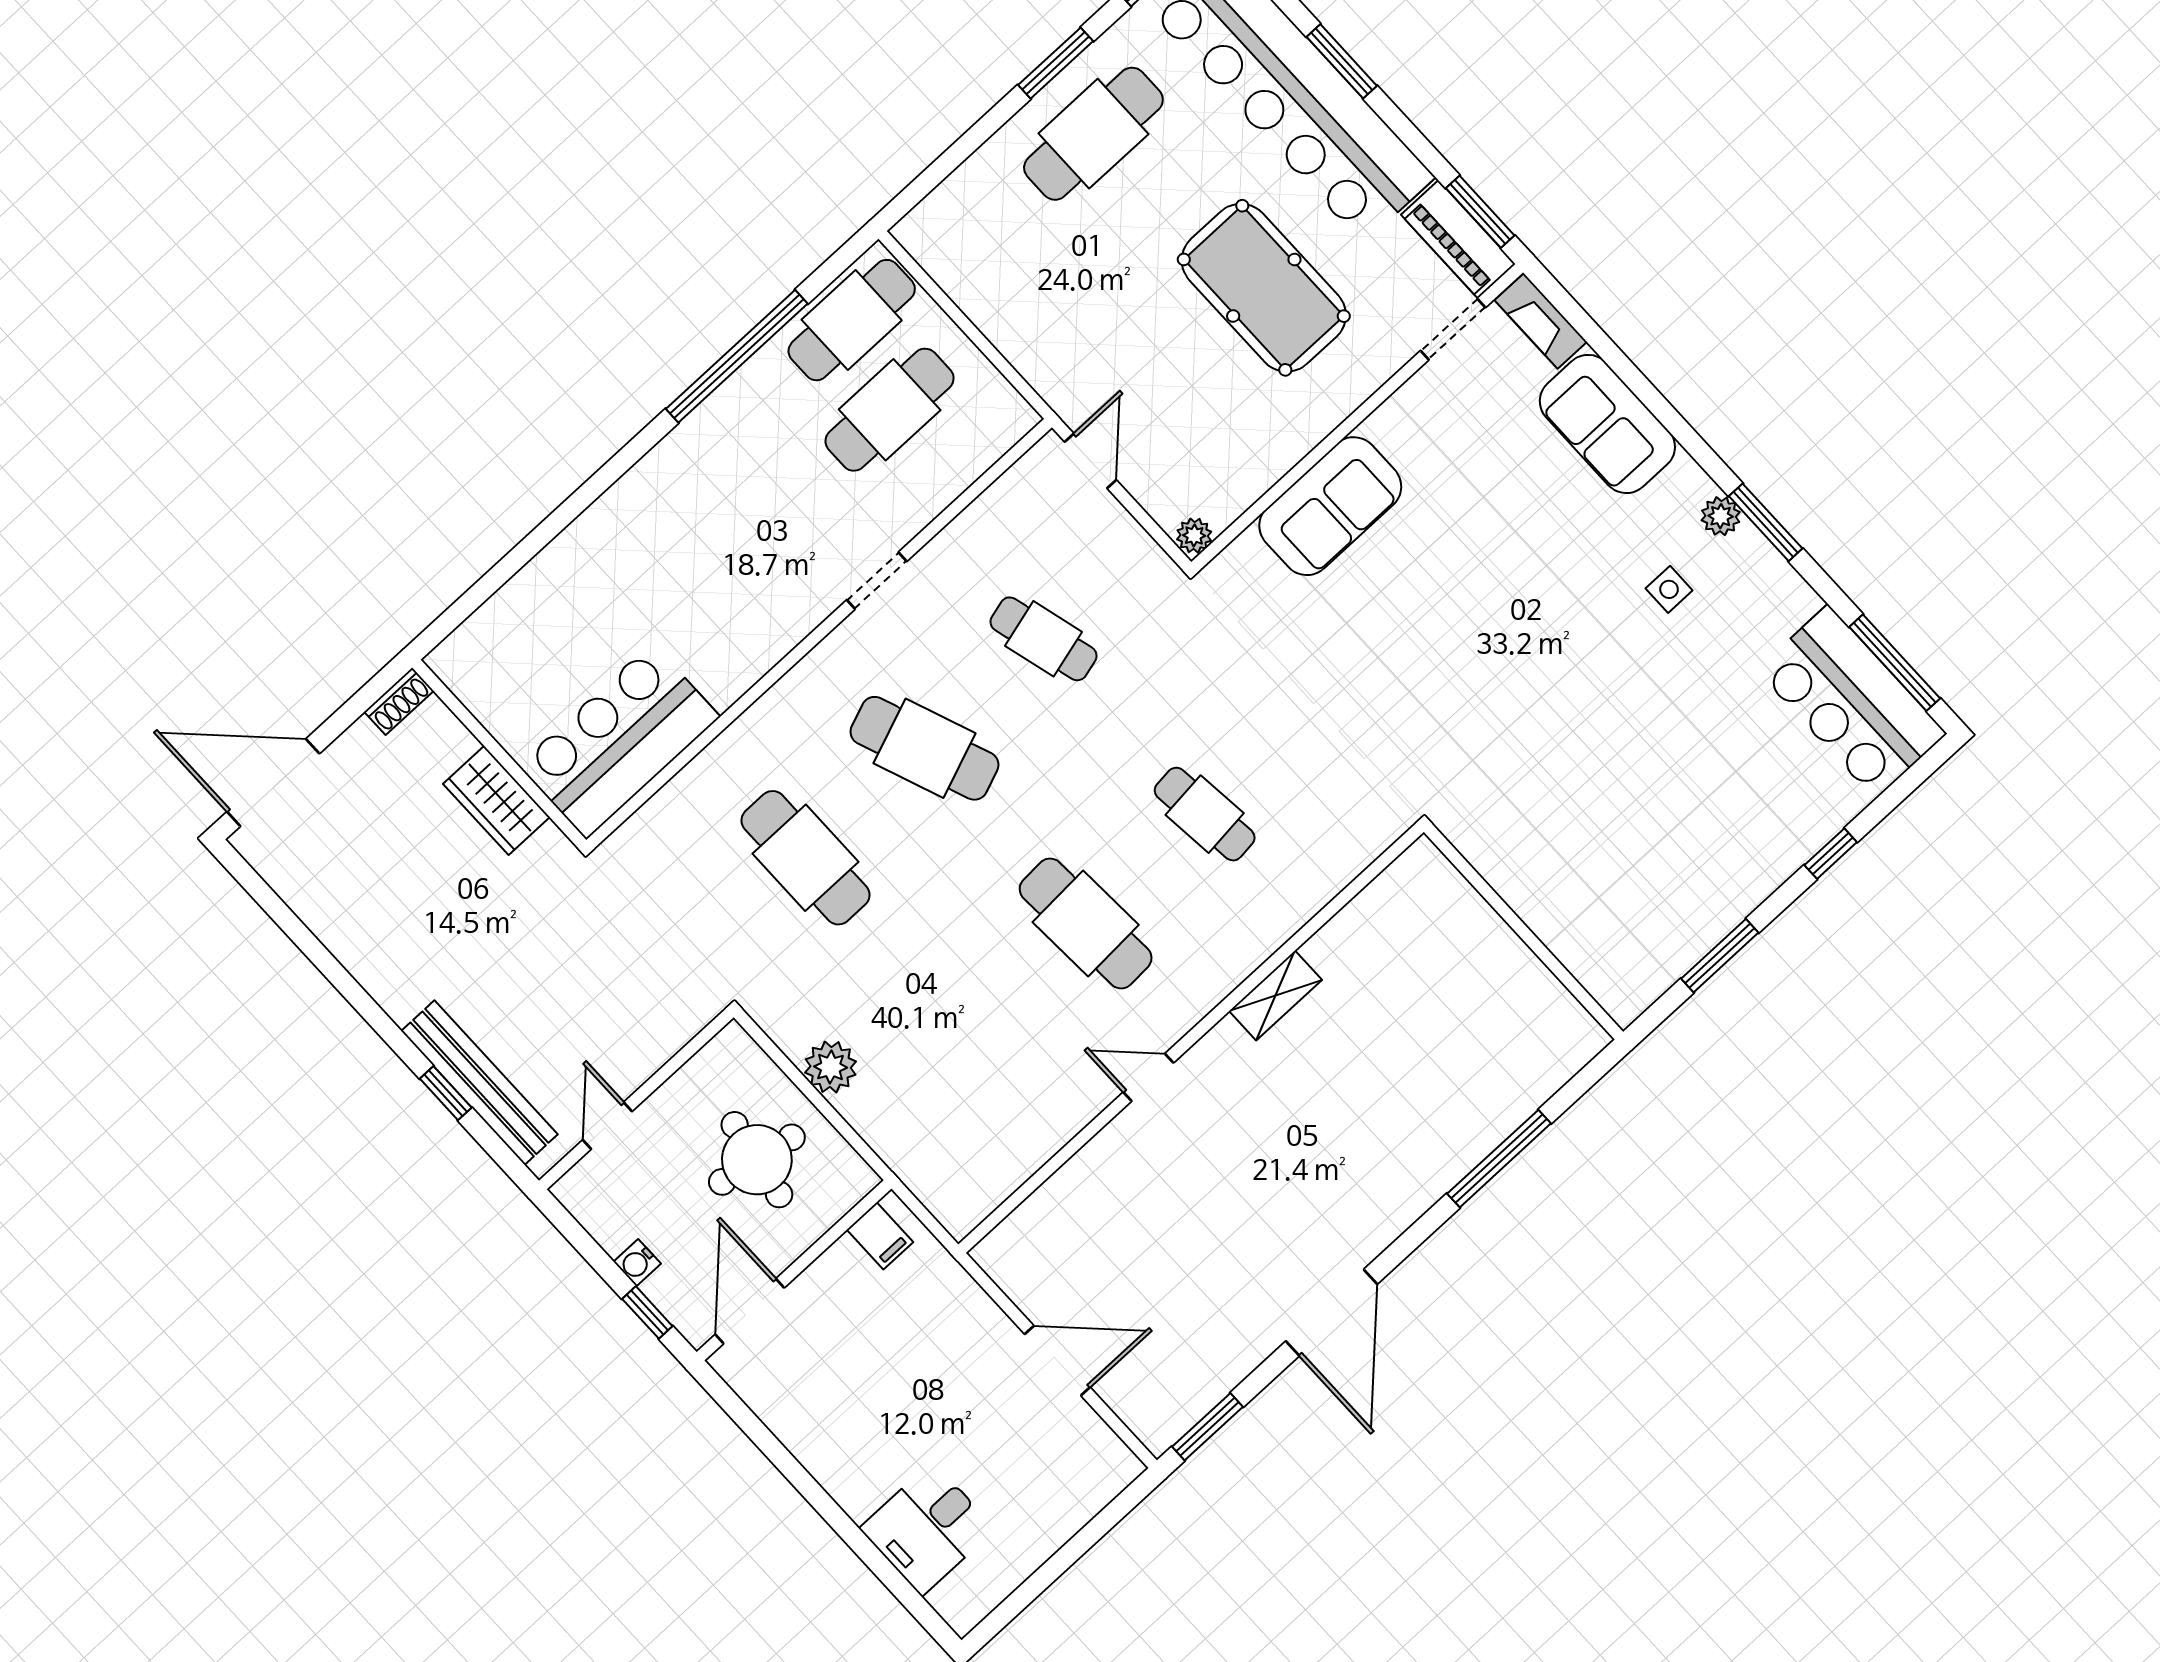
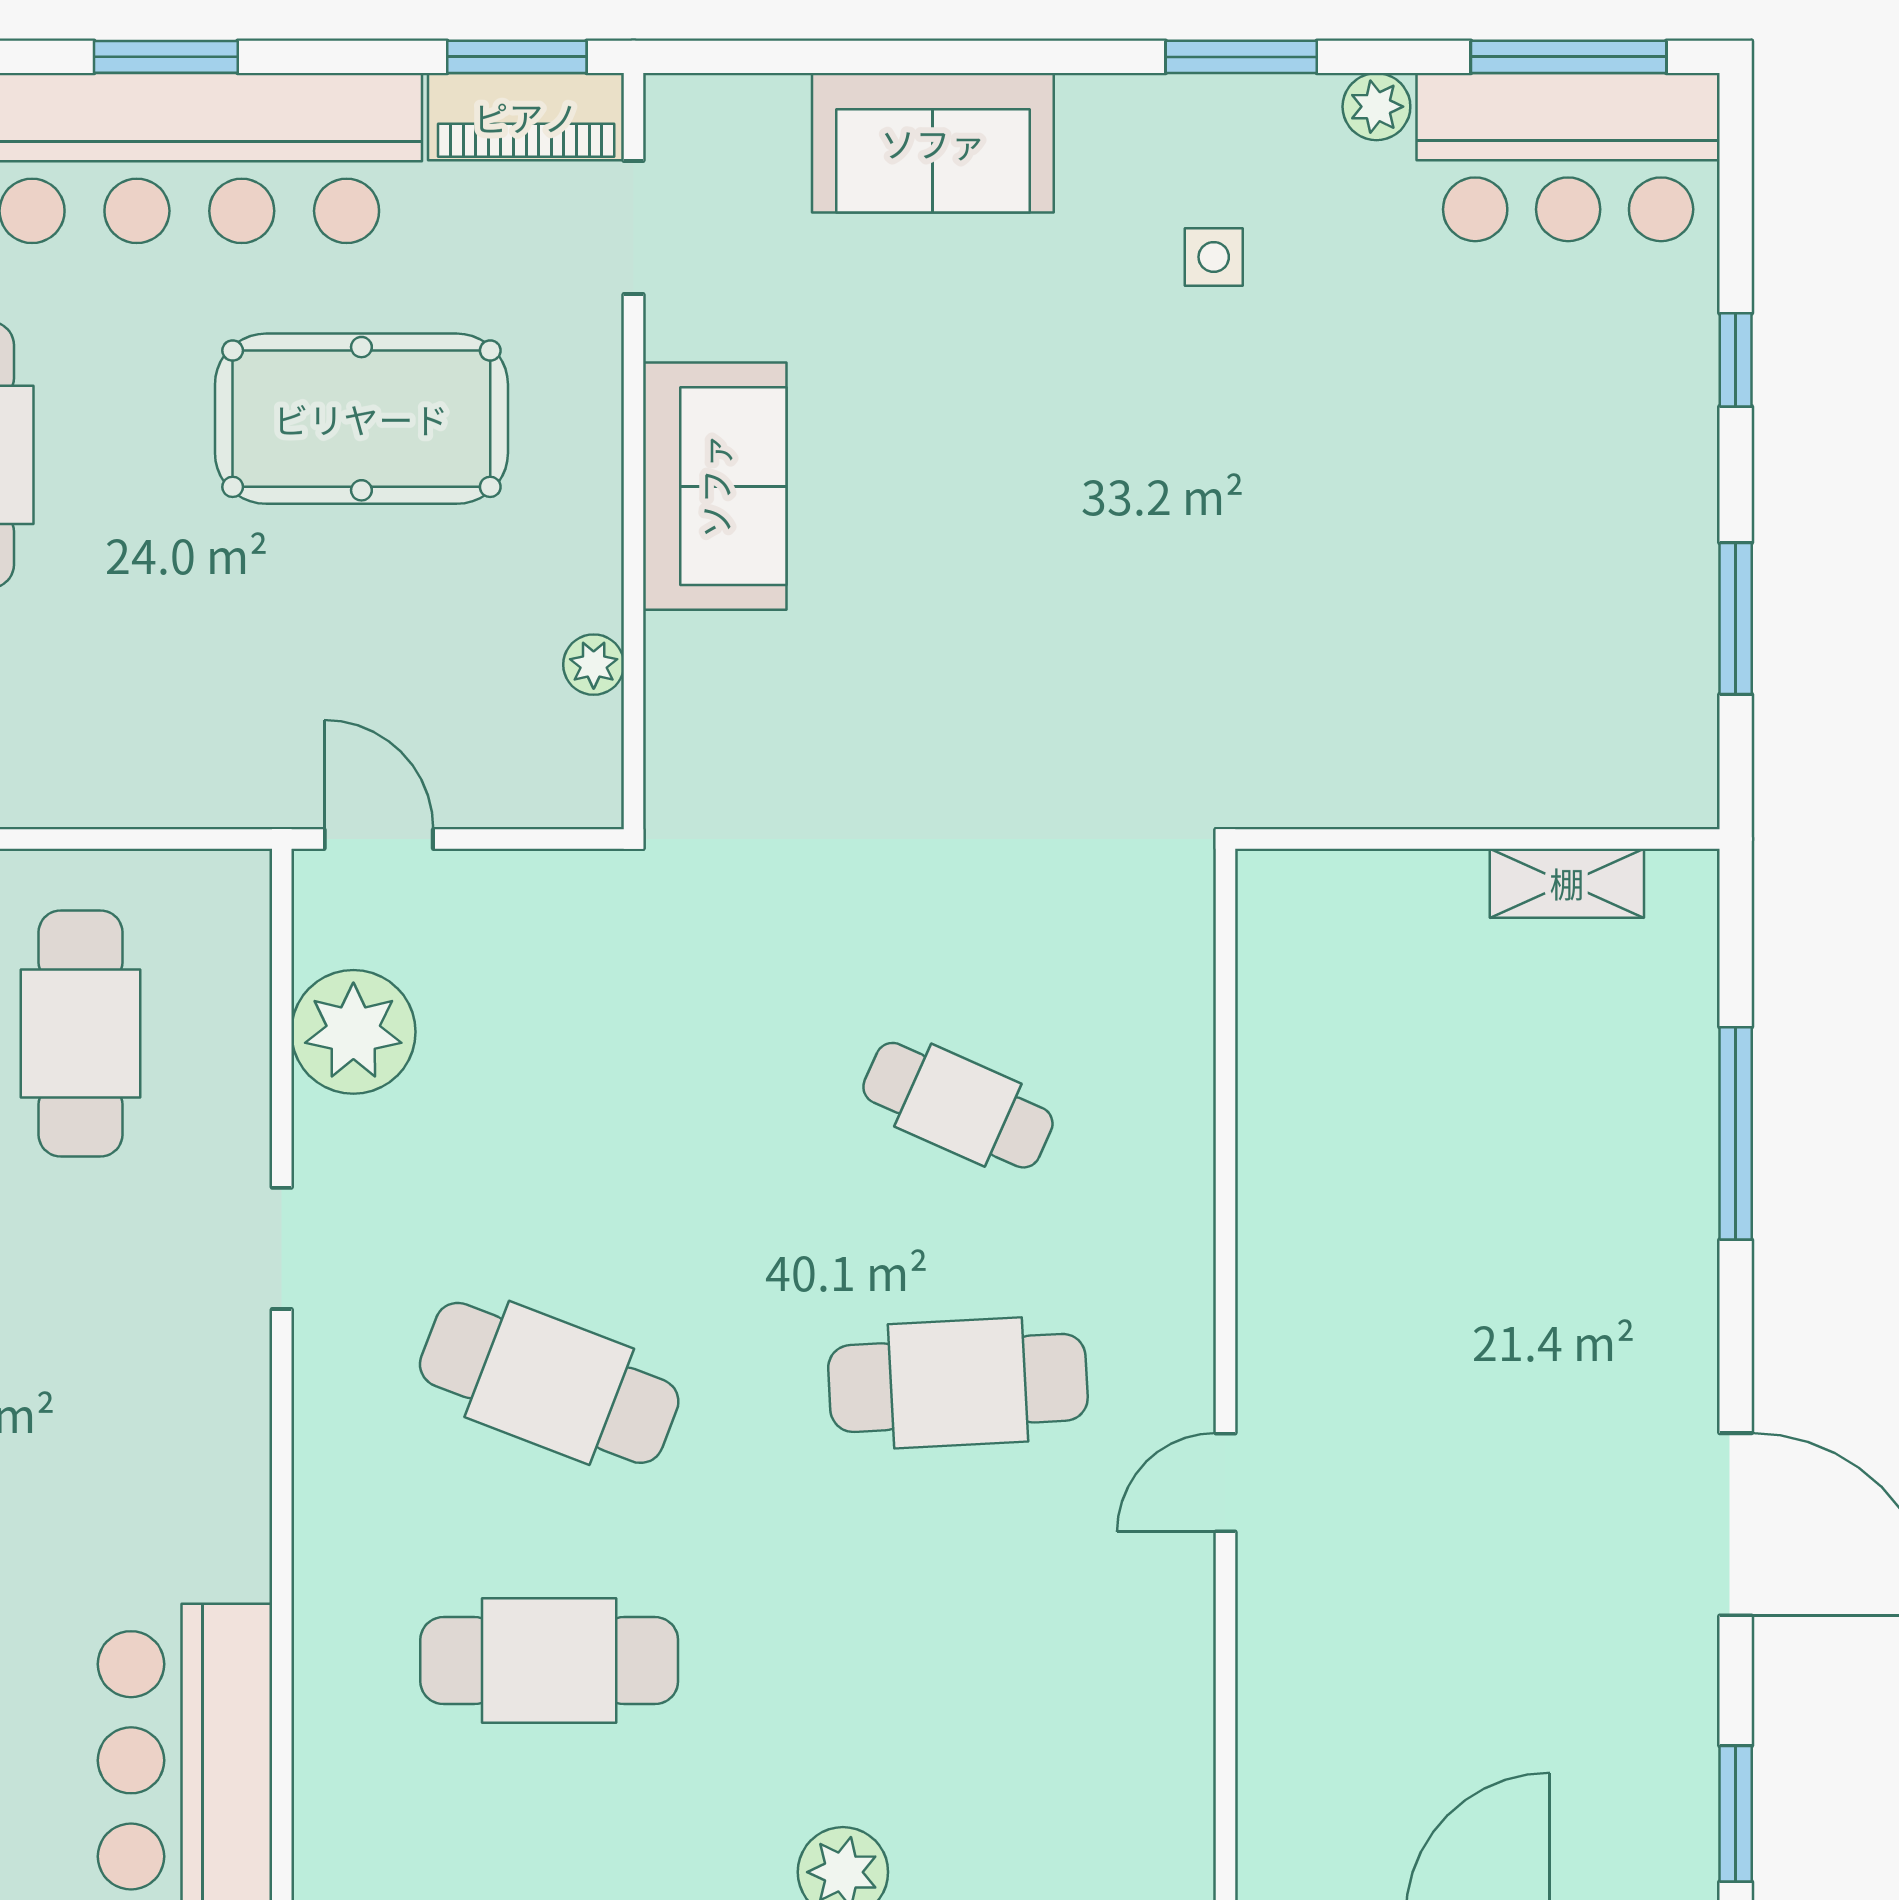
fireplace: (1541, 321) -> (725, 107), removed
sofa: (1330, 506) -> (715, 486), moved
plant: (1721, 516) -> (1376, 107), moved
plant: (998, 526) -> (353, 1032), added
plant: (1194, 536) -> (594, 665), moved
cafe table: (1044, 639) -> (549, 1105), removed
cafe table: (924, 748) -> (549, 1383), turned 42
cafe table: (1205, 814) -> (958, 1105), turned 30
shelving: (1275, 995) -> (1567, 883), moved, turned 90

